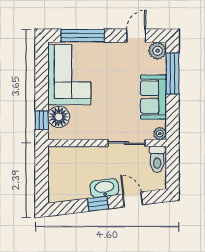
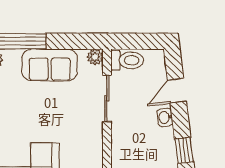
washbasin: (104, 188) -> (165, 117), width x0.52, depth x0.69
window: (98, 204) -> (184, 150), moved

